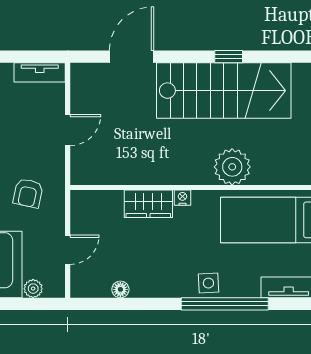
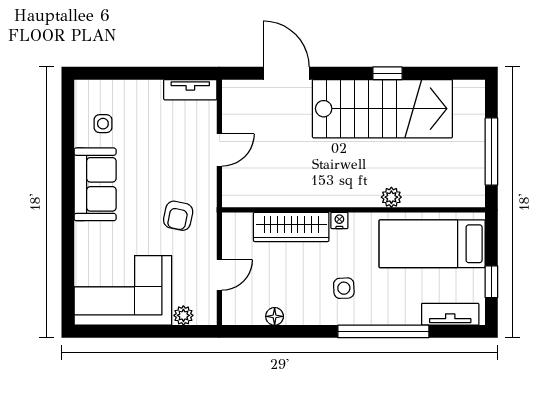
door: (132, 57) -> (286, 73), hinge flipped
plant: (232, 167) -> (391, 197), width x0.53, depth x0.53
wardrobe: (148, 204) -> (291, 227), width x1.50
side table: (208, 283) -> (344, 288), moved

